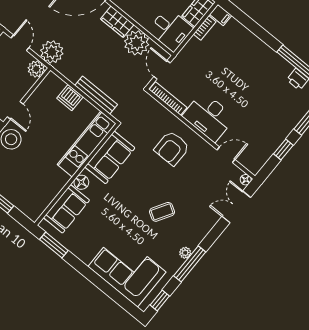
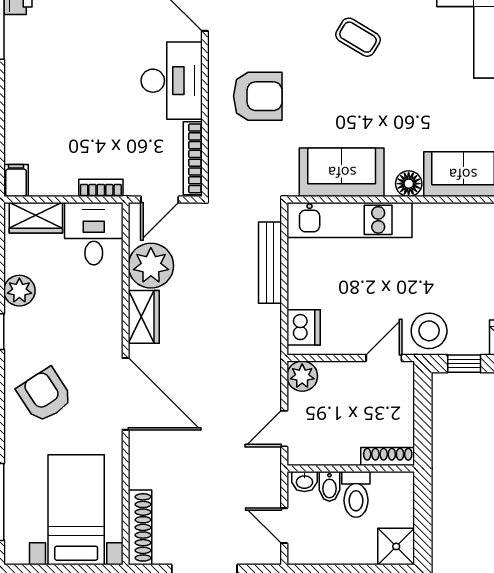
bookcase: (205, 28) -> (101, 188), moved
plant: (52, 52) -> (261, 374), removed
dishwasher: (70, 98) -> (304, 327), moved

